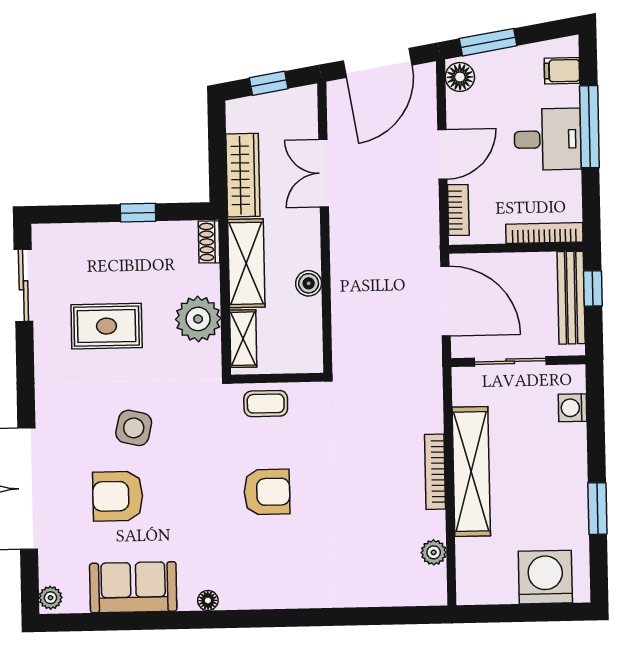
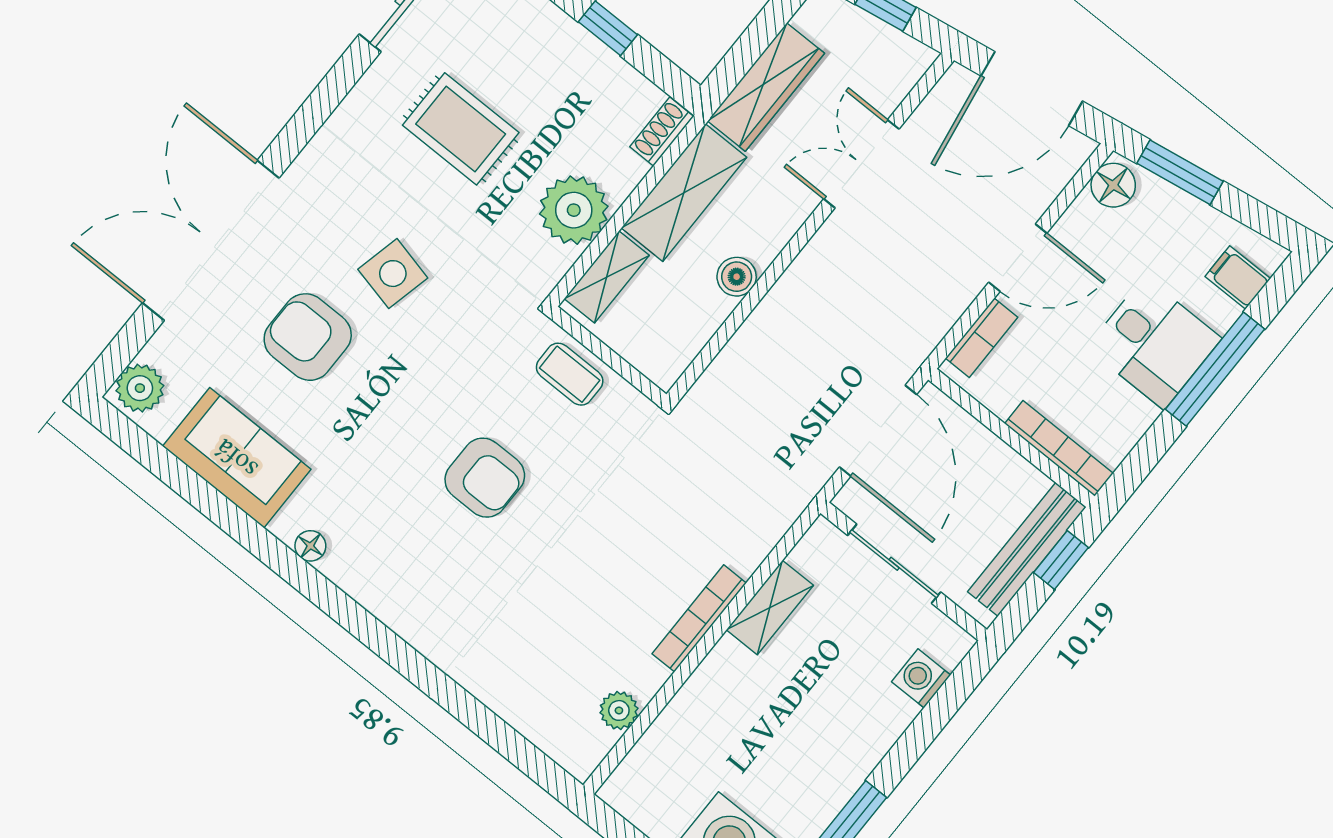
shelving: (471, 472) -> (770, 608), width x0.45, depth x0.75
plant: (50, 598) -> (140, 388), width x1.38, depth x1.38

